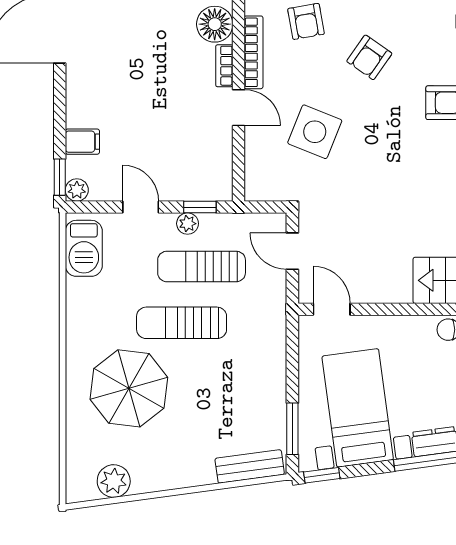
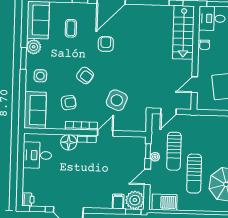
plant: (77, 190) -> (135, 200), width x1.87, depth x1.87
door: (332, 309) -> (195, 85), moved
sun lounger: (182, 323) -> (194, 174), moved

